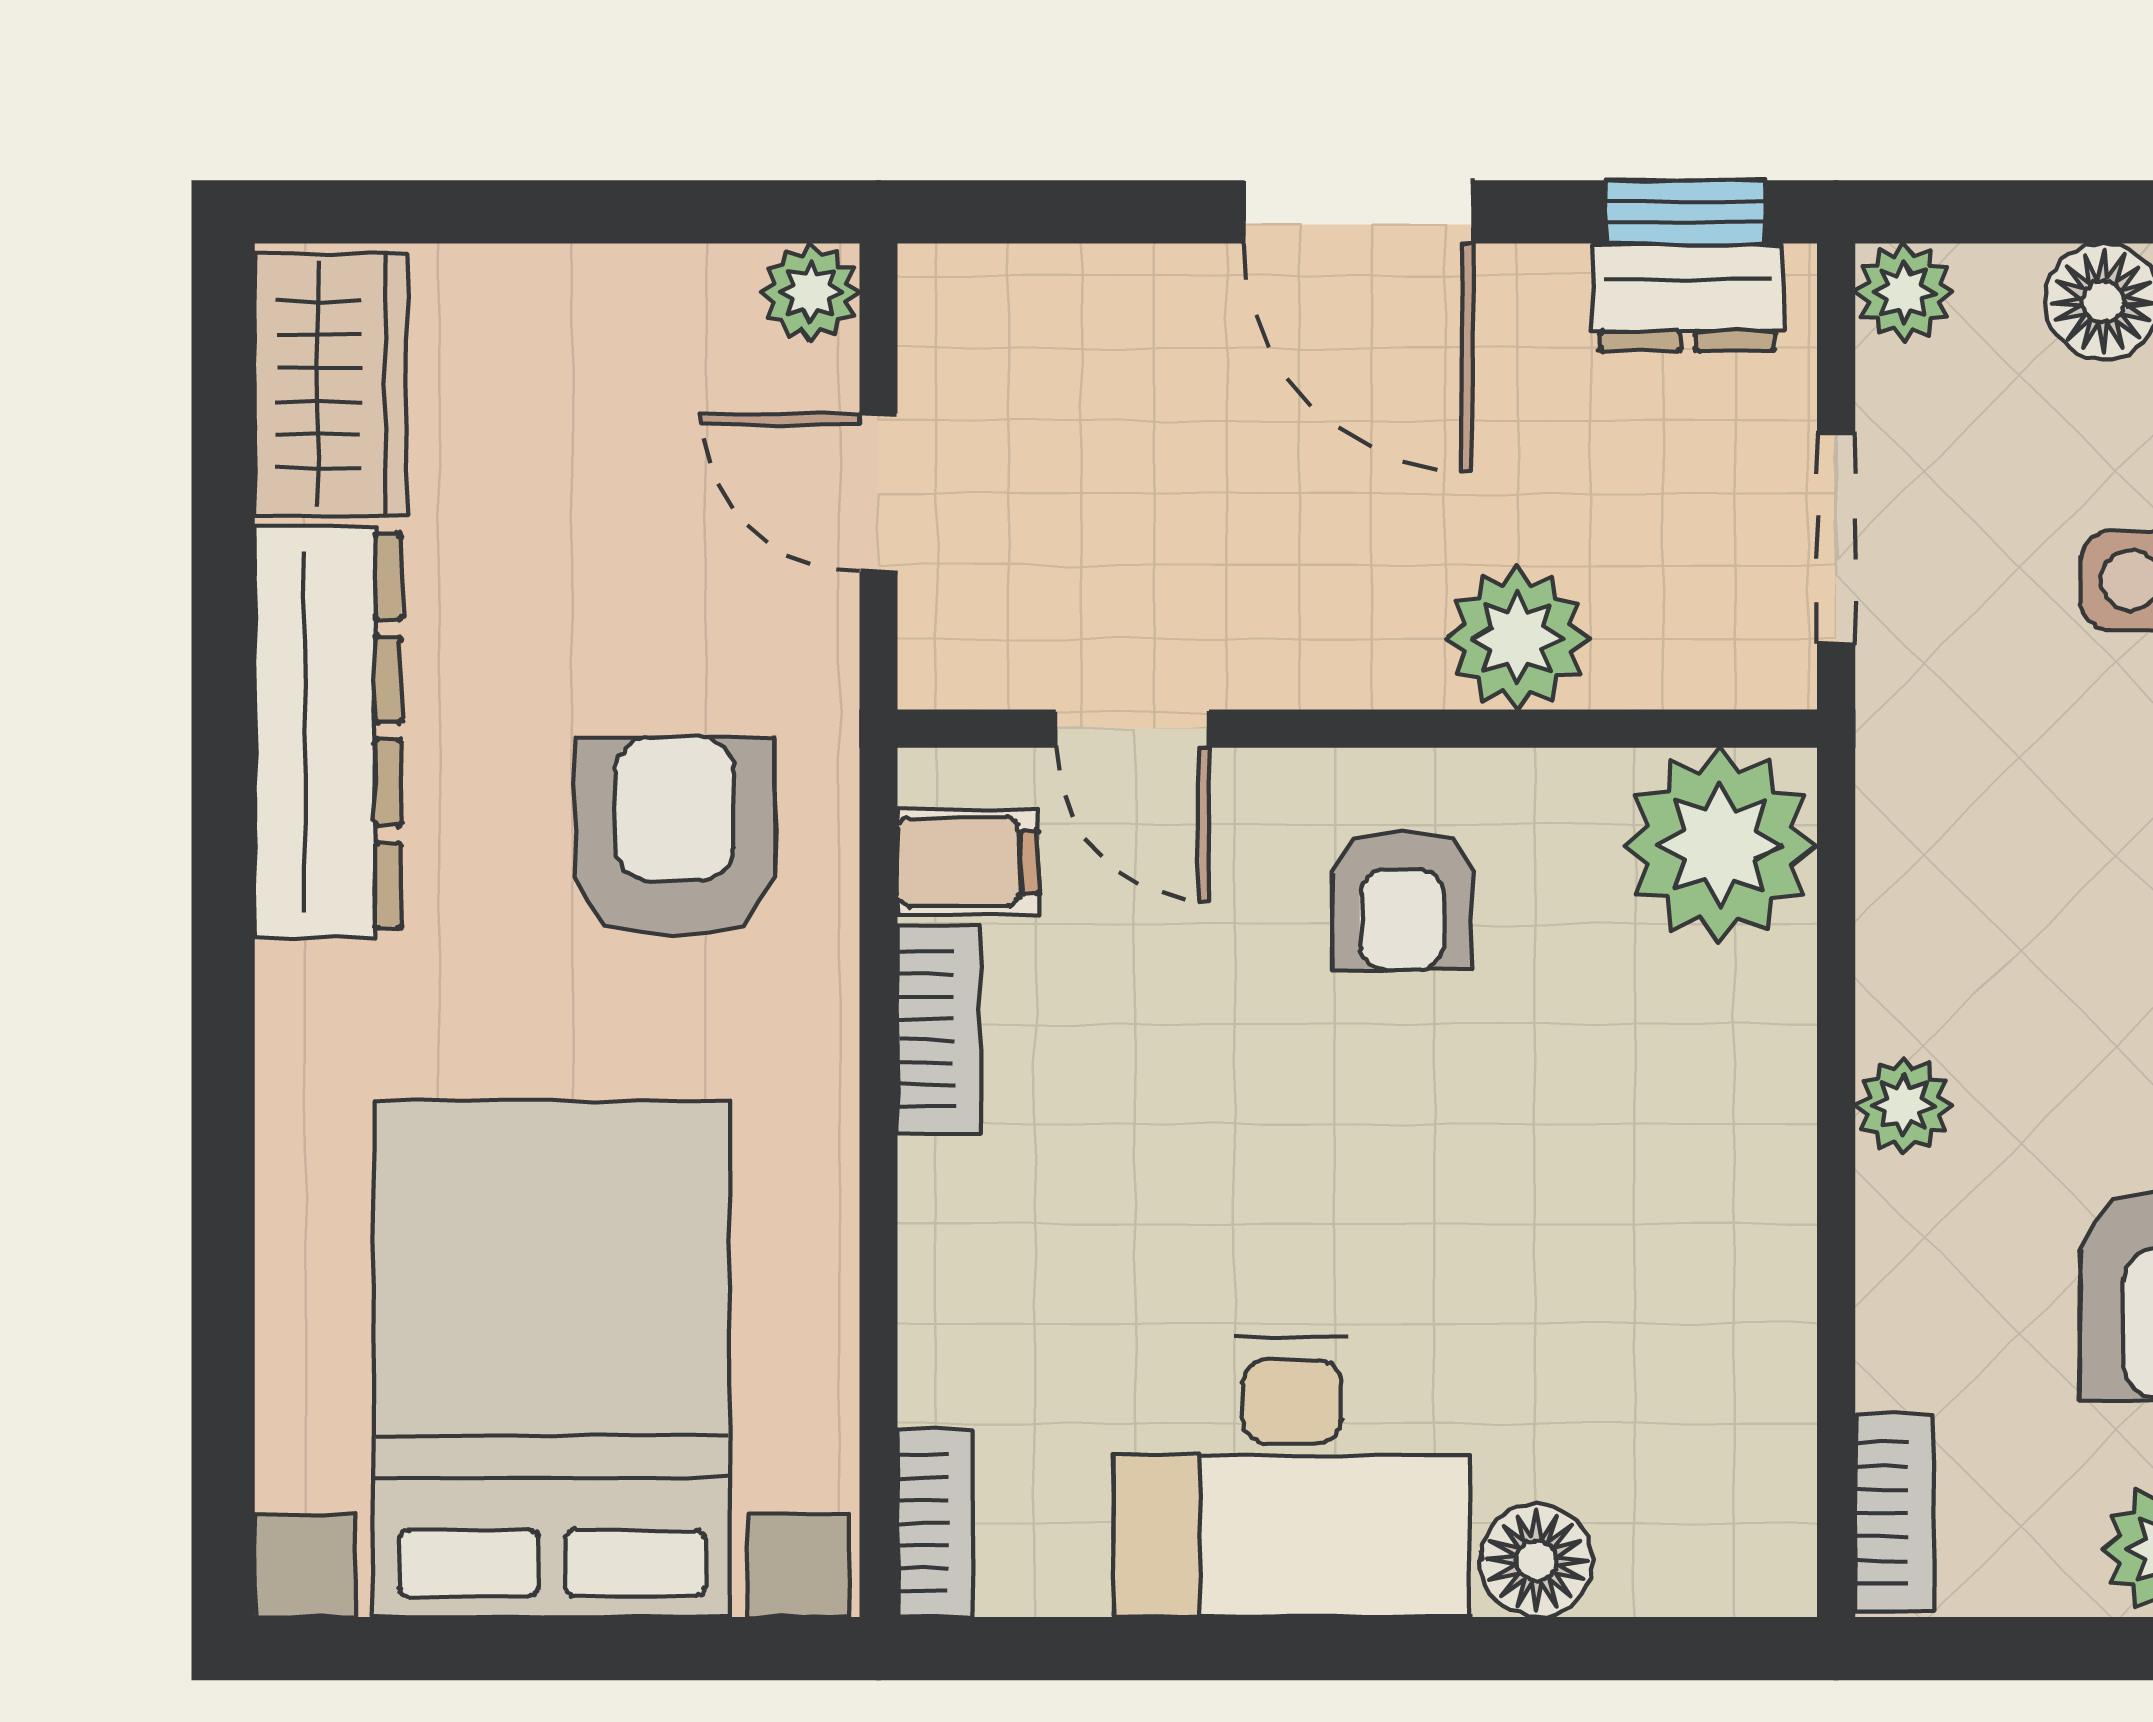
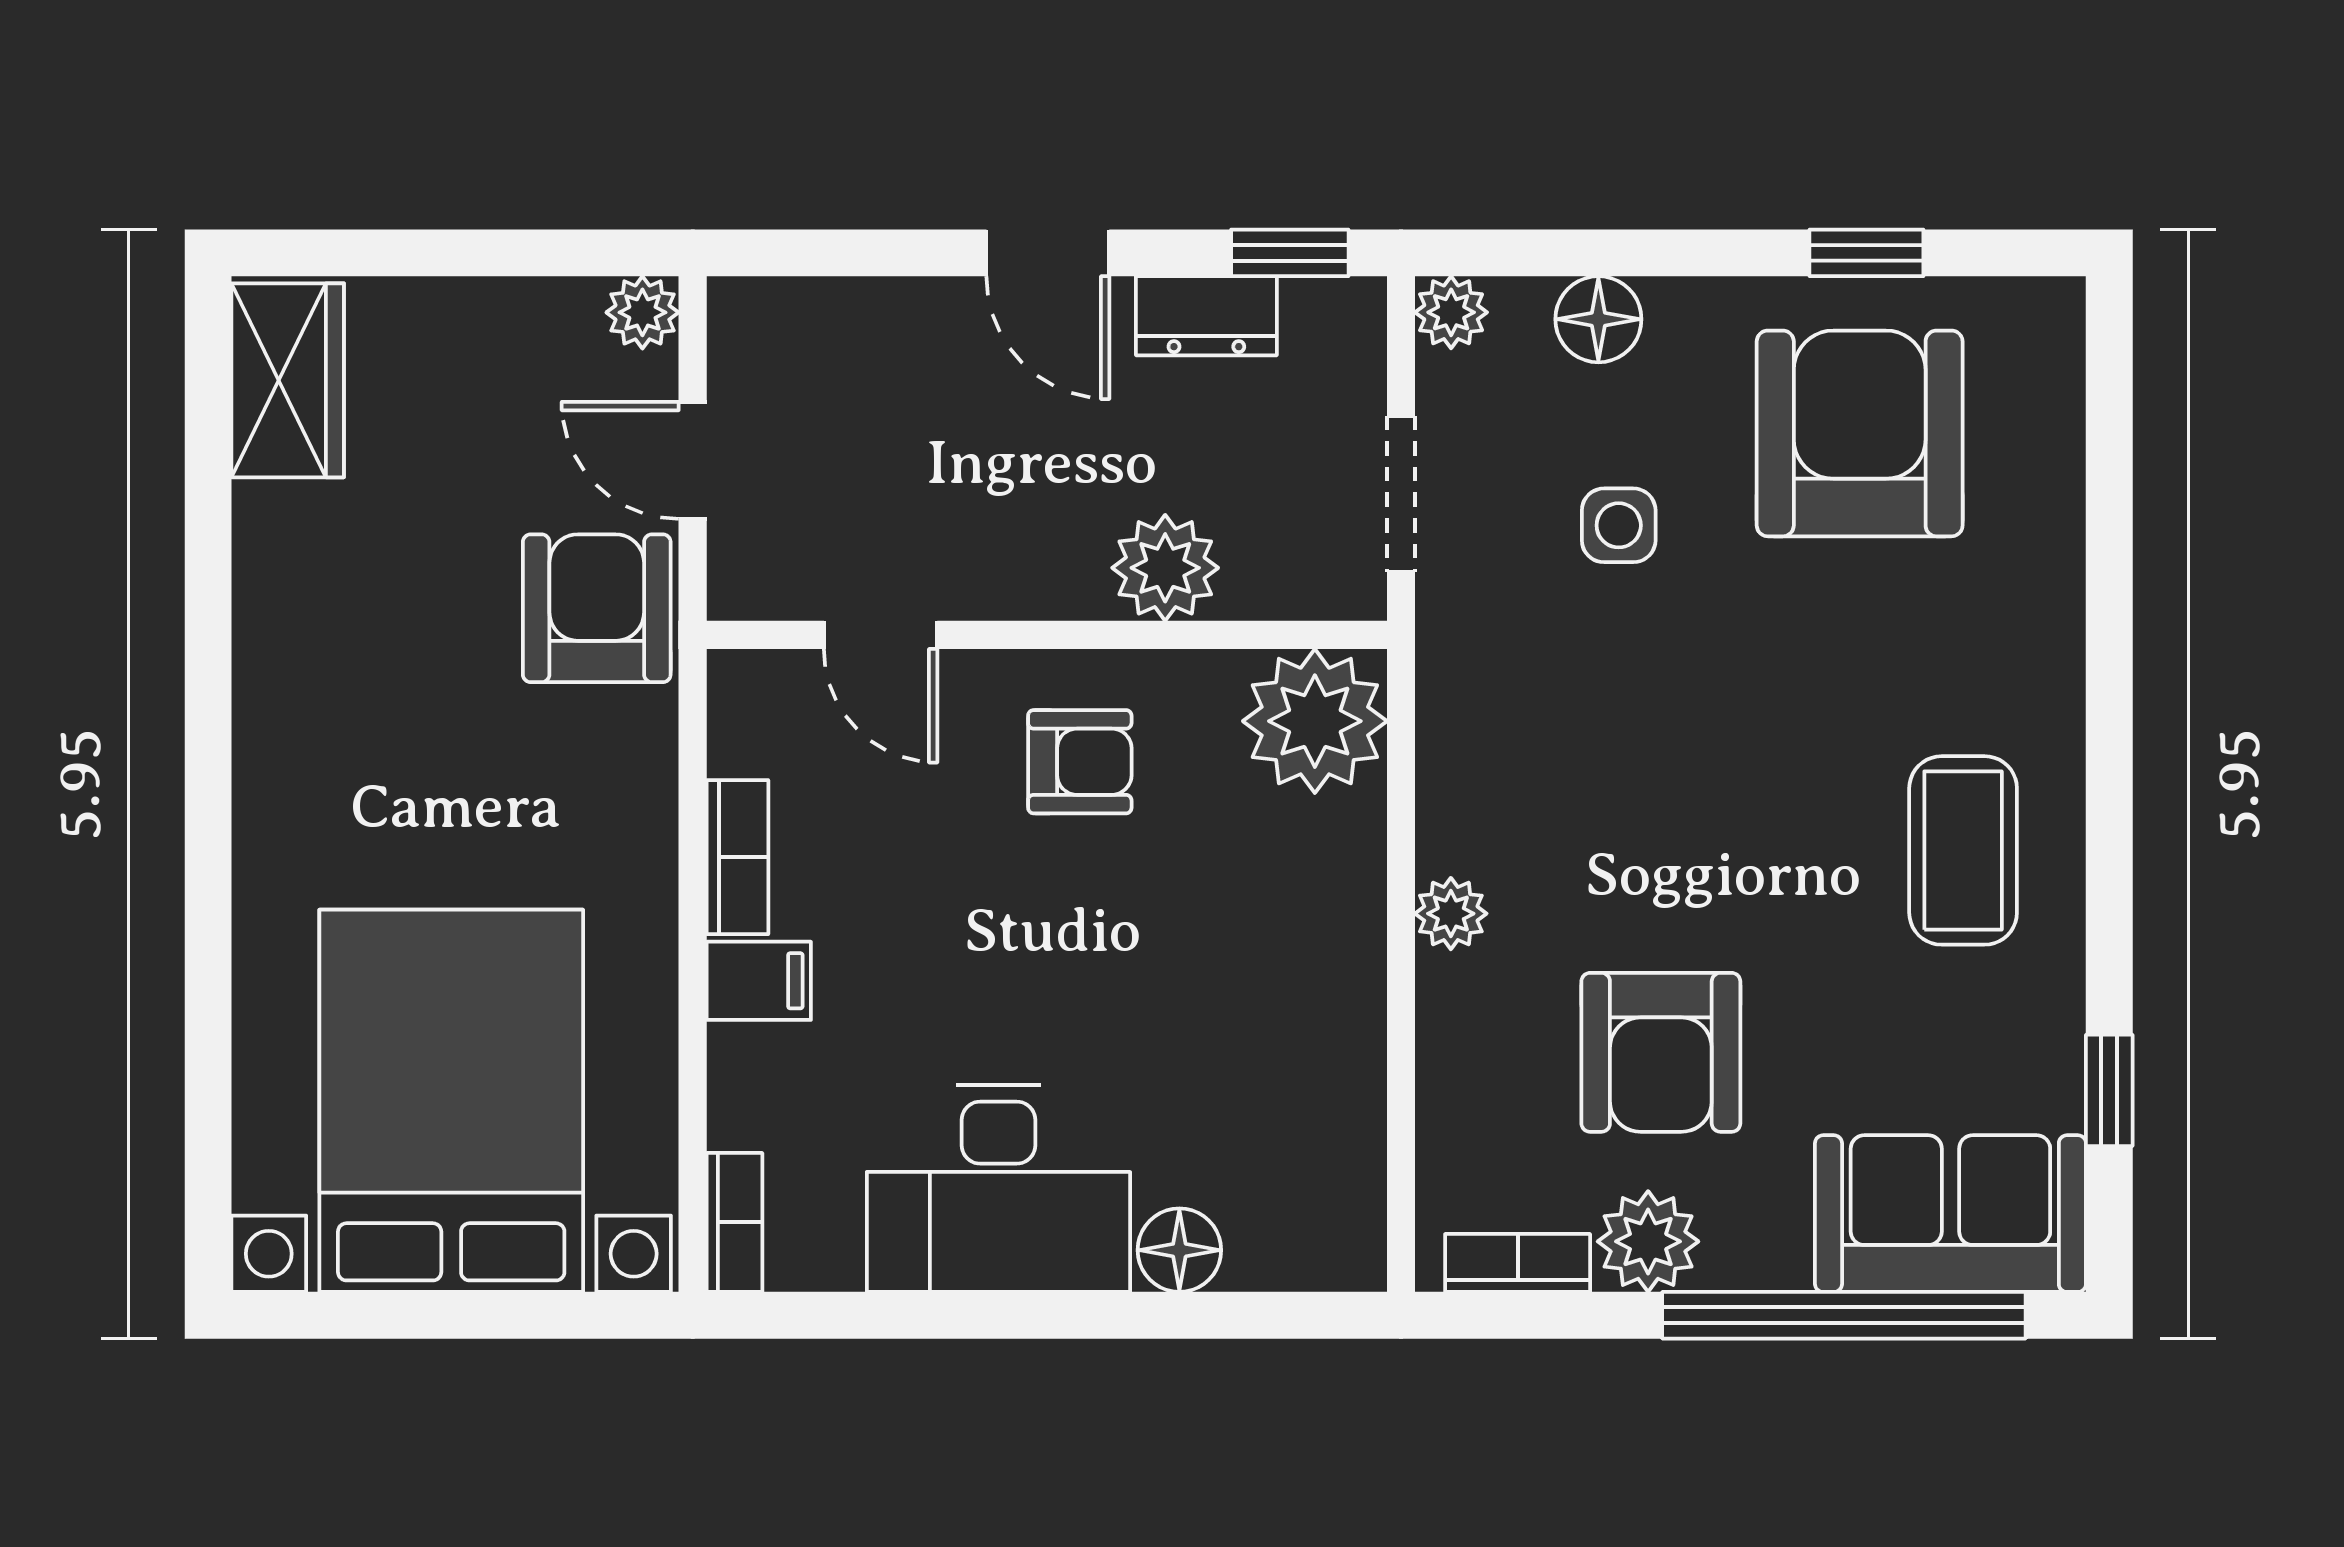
door: (1359, 212) -> (1048, 253), width x0.73
dresser: (1688, 297) -> (1206, 316), moved
dresser: (328, 731) -> (286, 637), removed
armchair: (675, 837) -> (597, 608), moved
filing cabinet: (968, 862) -> (759, 981), moved
armchair: (1402, 900) -> (1080, 762), turned -90
bookcase: (1894, 1513) -> (1518, 1263), moved, turned -90

